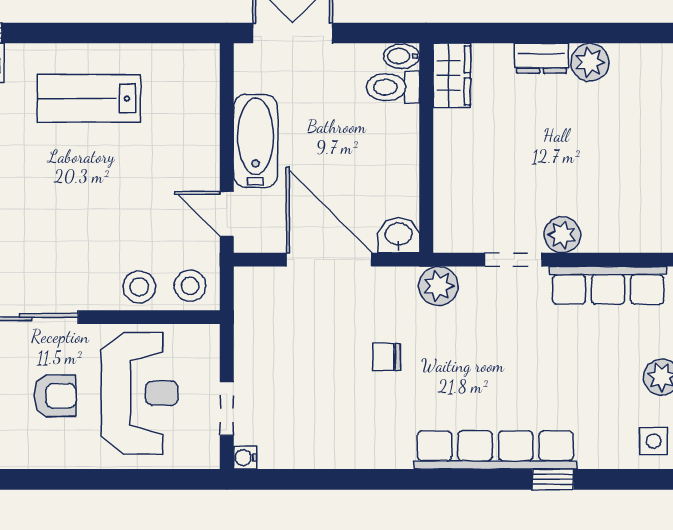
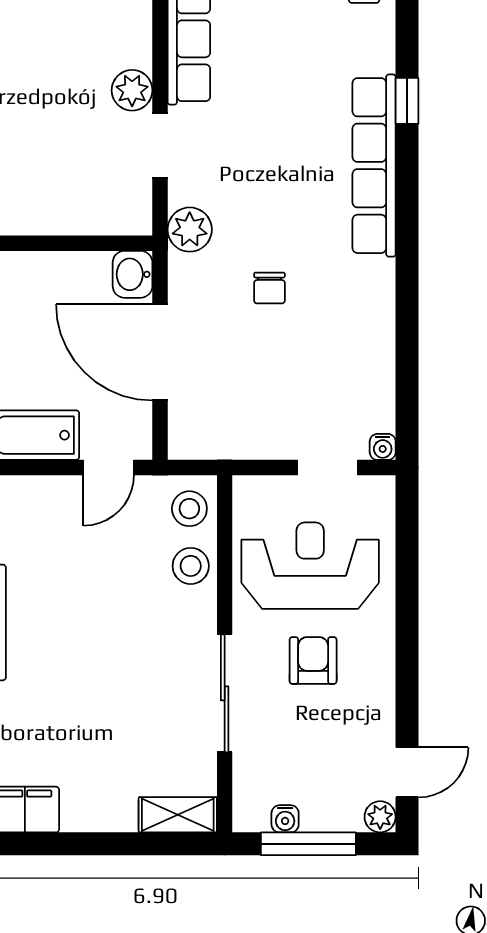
door: (329, 260) -> (160, 352), hinge flipped

